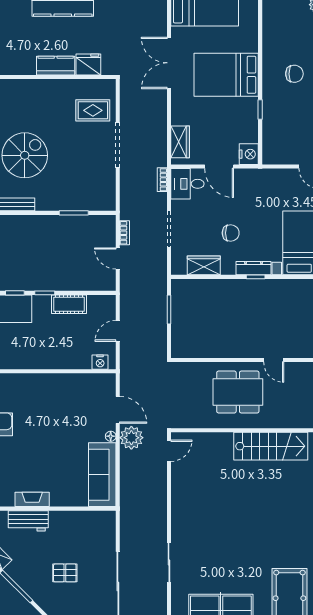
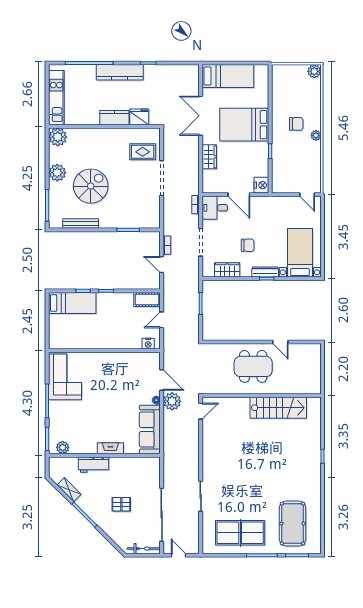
wardrobe: (180, 142) -> (209, 157), moved
cot: (69, 304) -> (147, 299), moved
fireplace: (32, 499) -> (110, 448), moved

